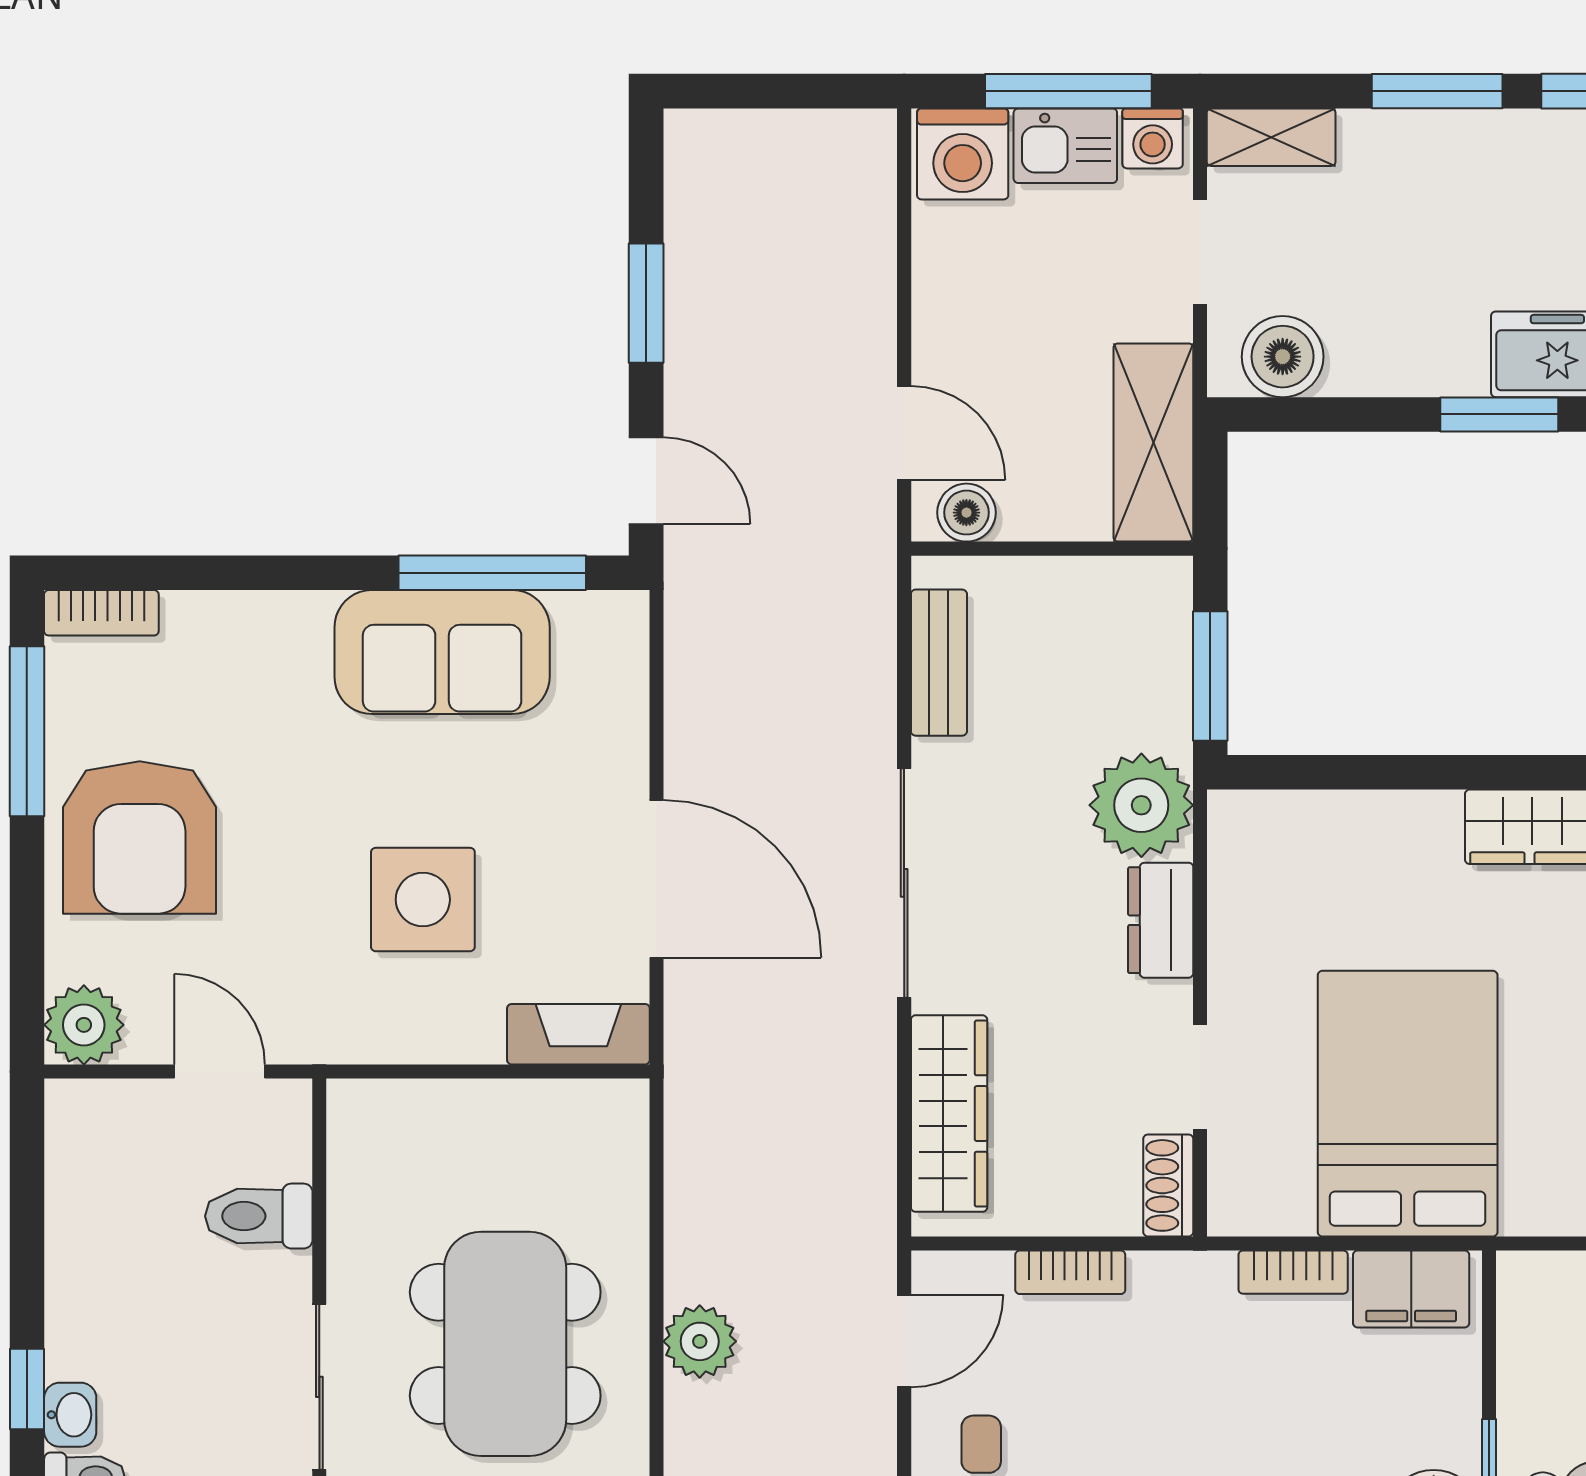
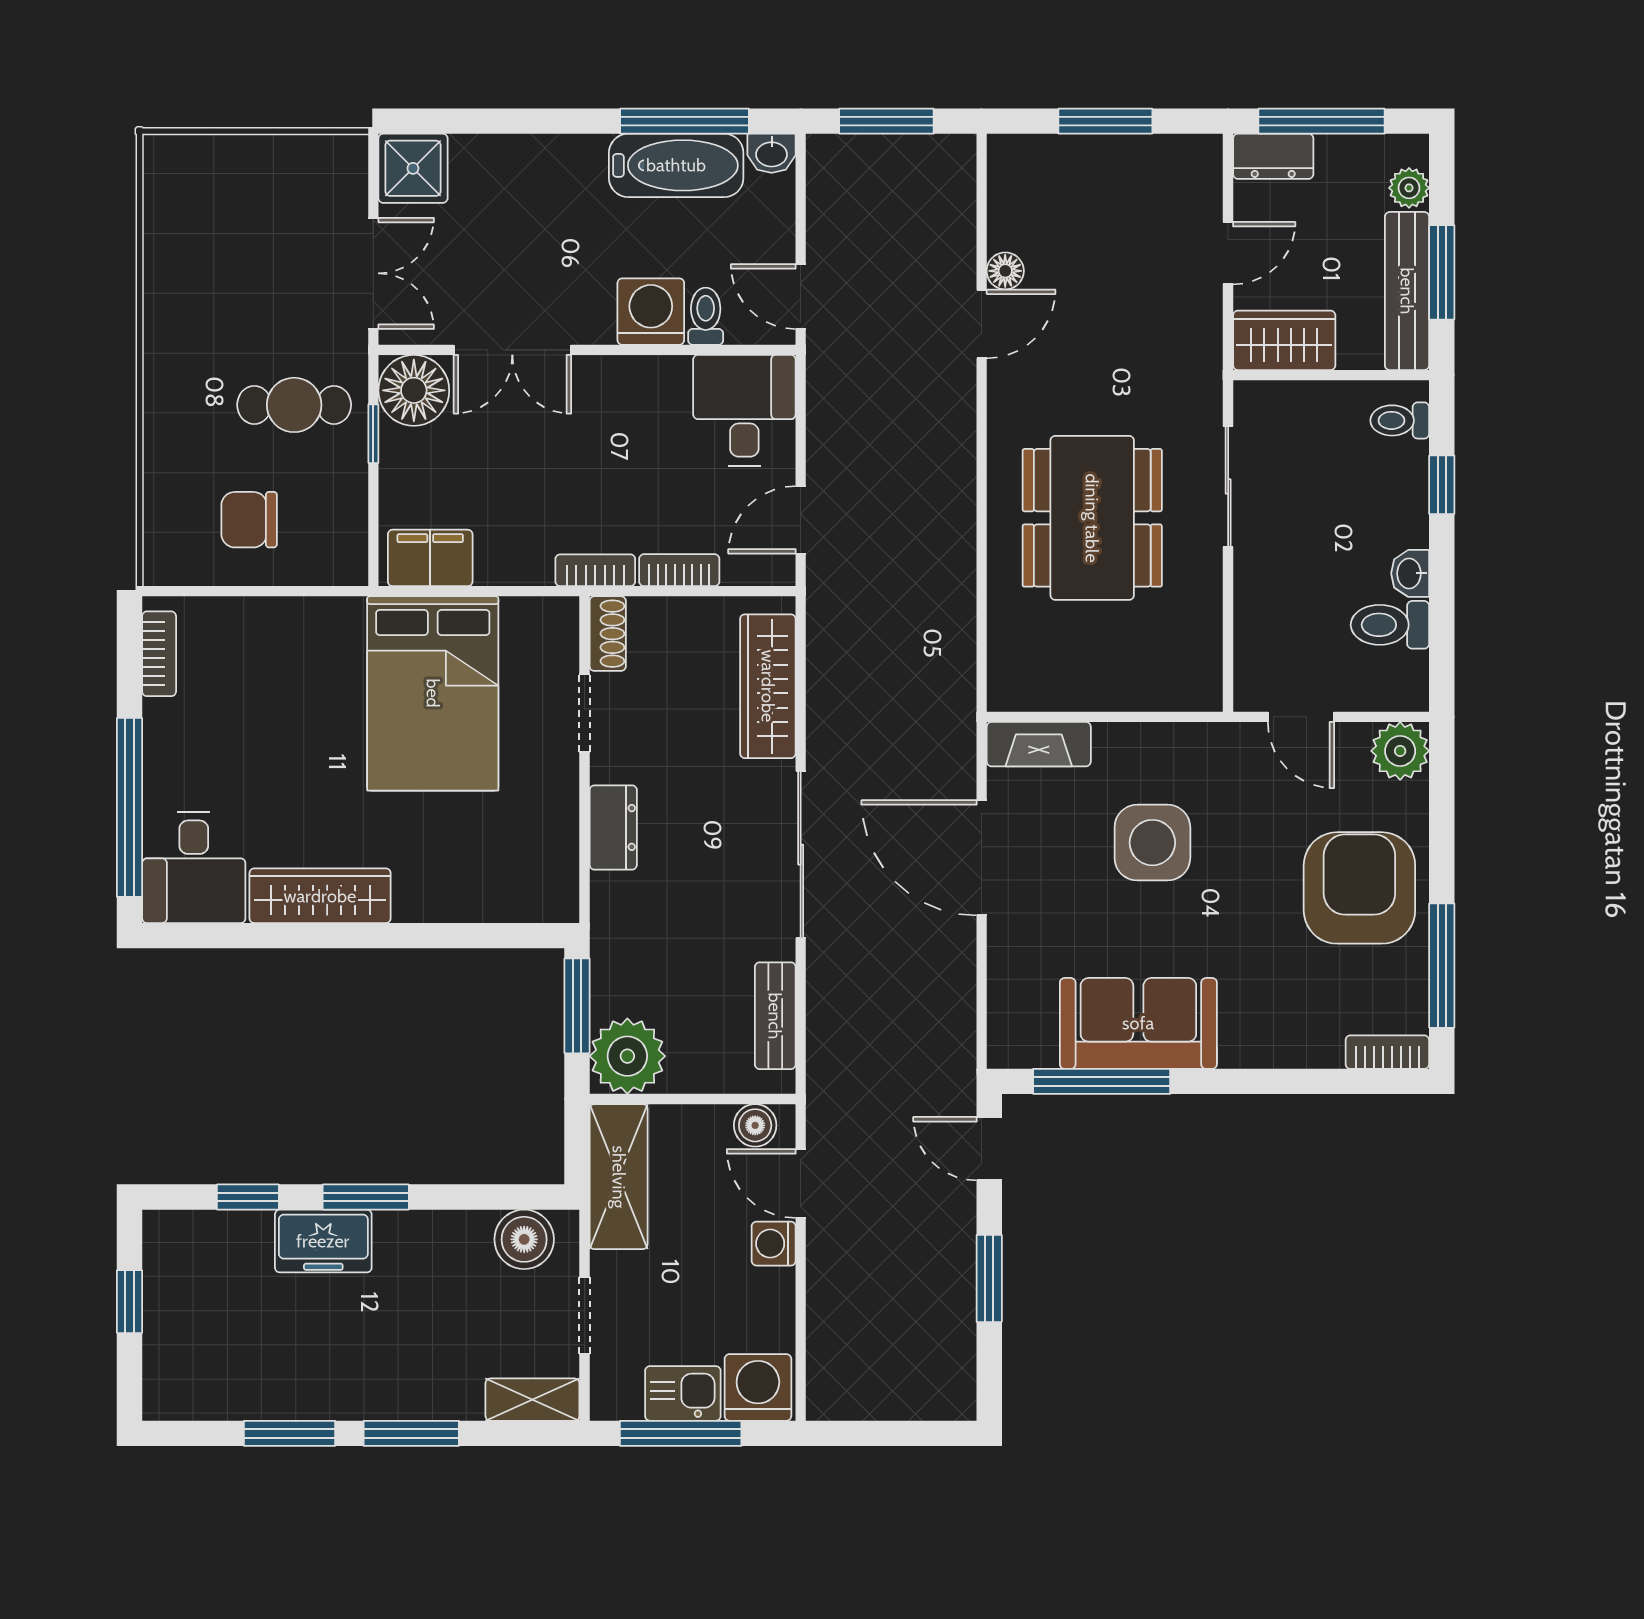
washing machine: (1153, 138) -> (774, 1244), moved, turned -90
plant: (1141, 805) -> (627, 1056), moved
toilet: (259, 1216) -> (1390, 625), moved, turned 180
bookcase: (1293, 1272) -> (595, 570), moved
plant: (700, 1341) -> (950, 520), removed
washbasin: (70, 1415) -> (1410, 573), moved

